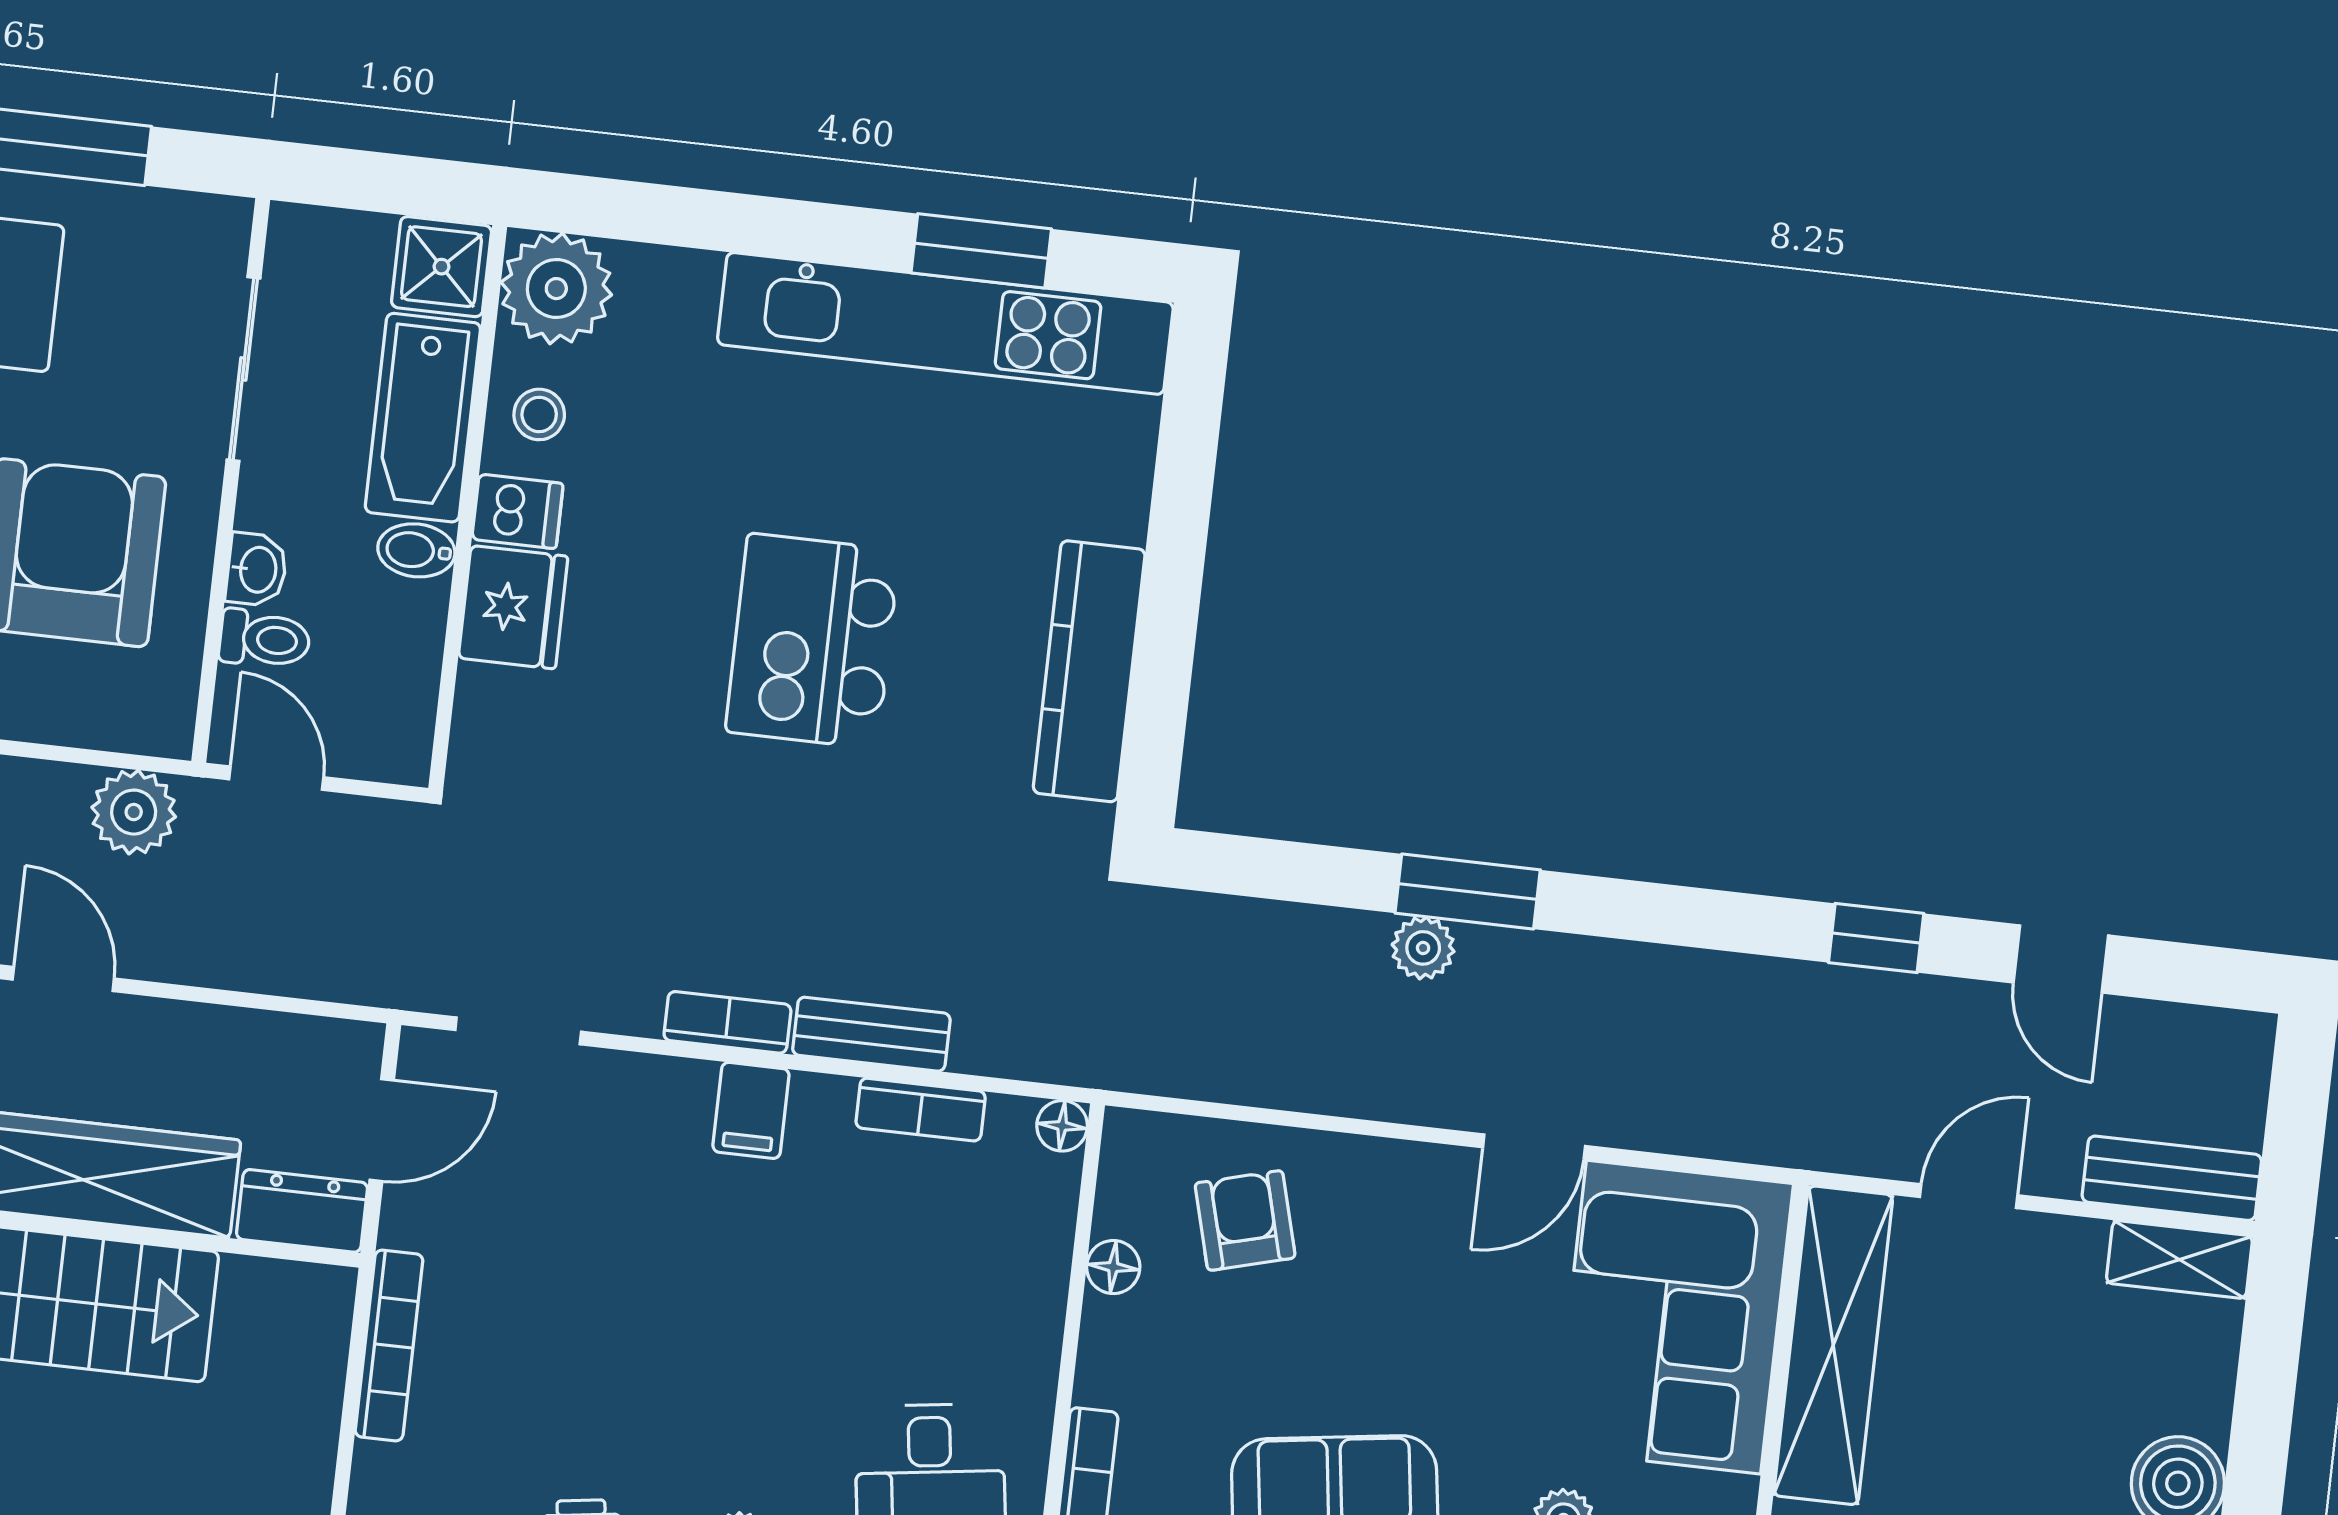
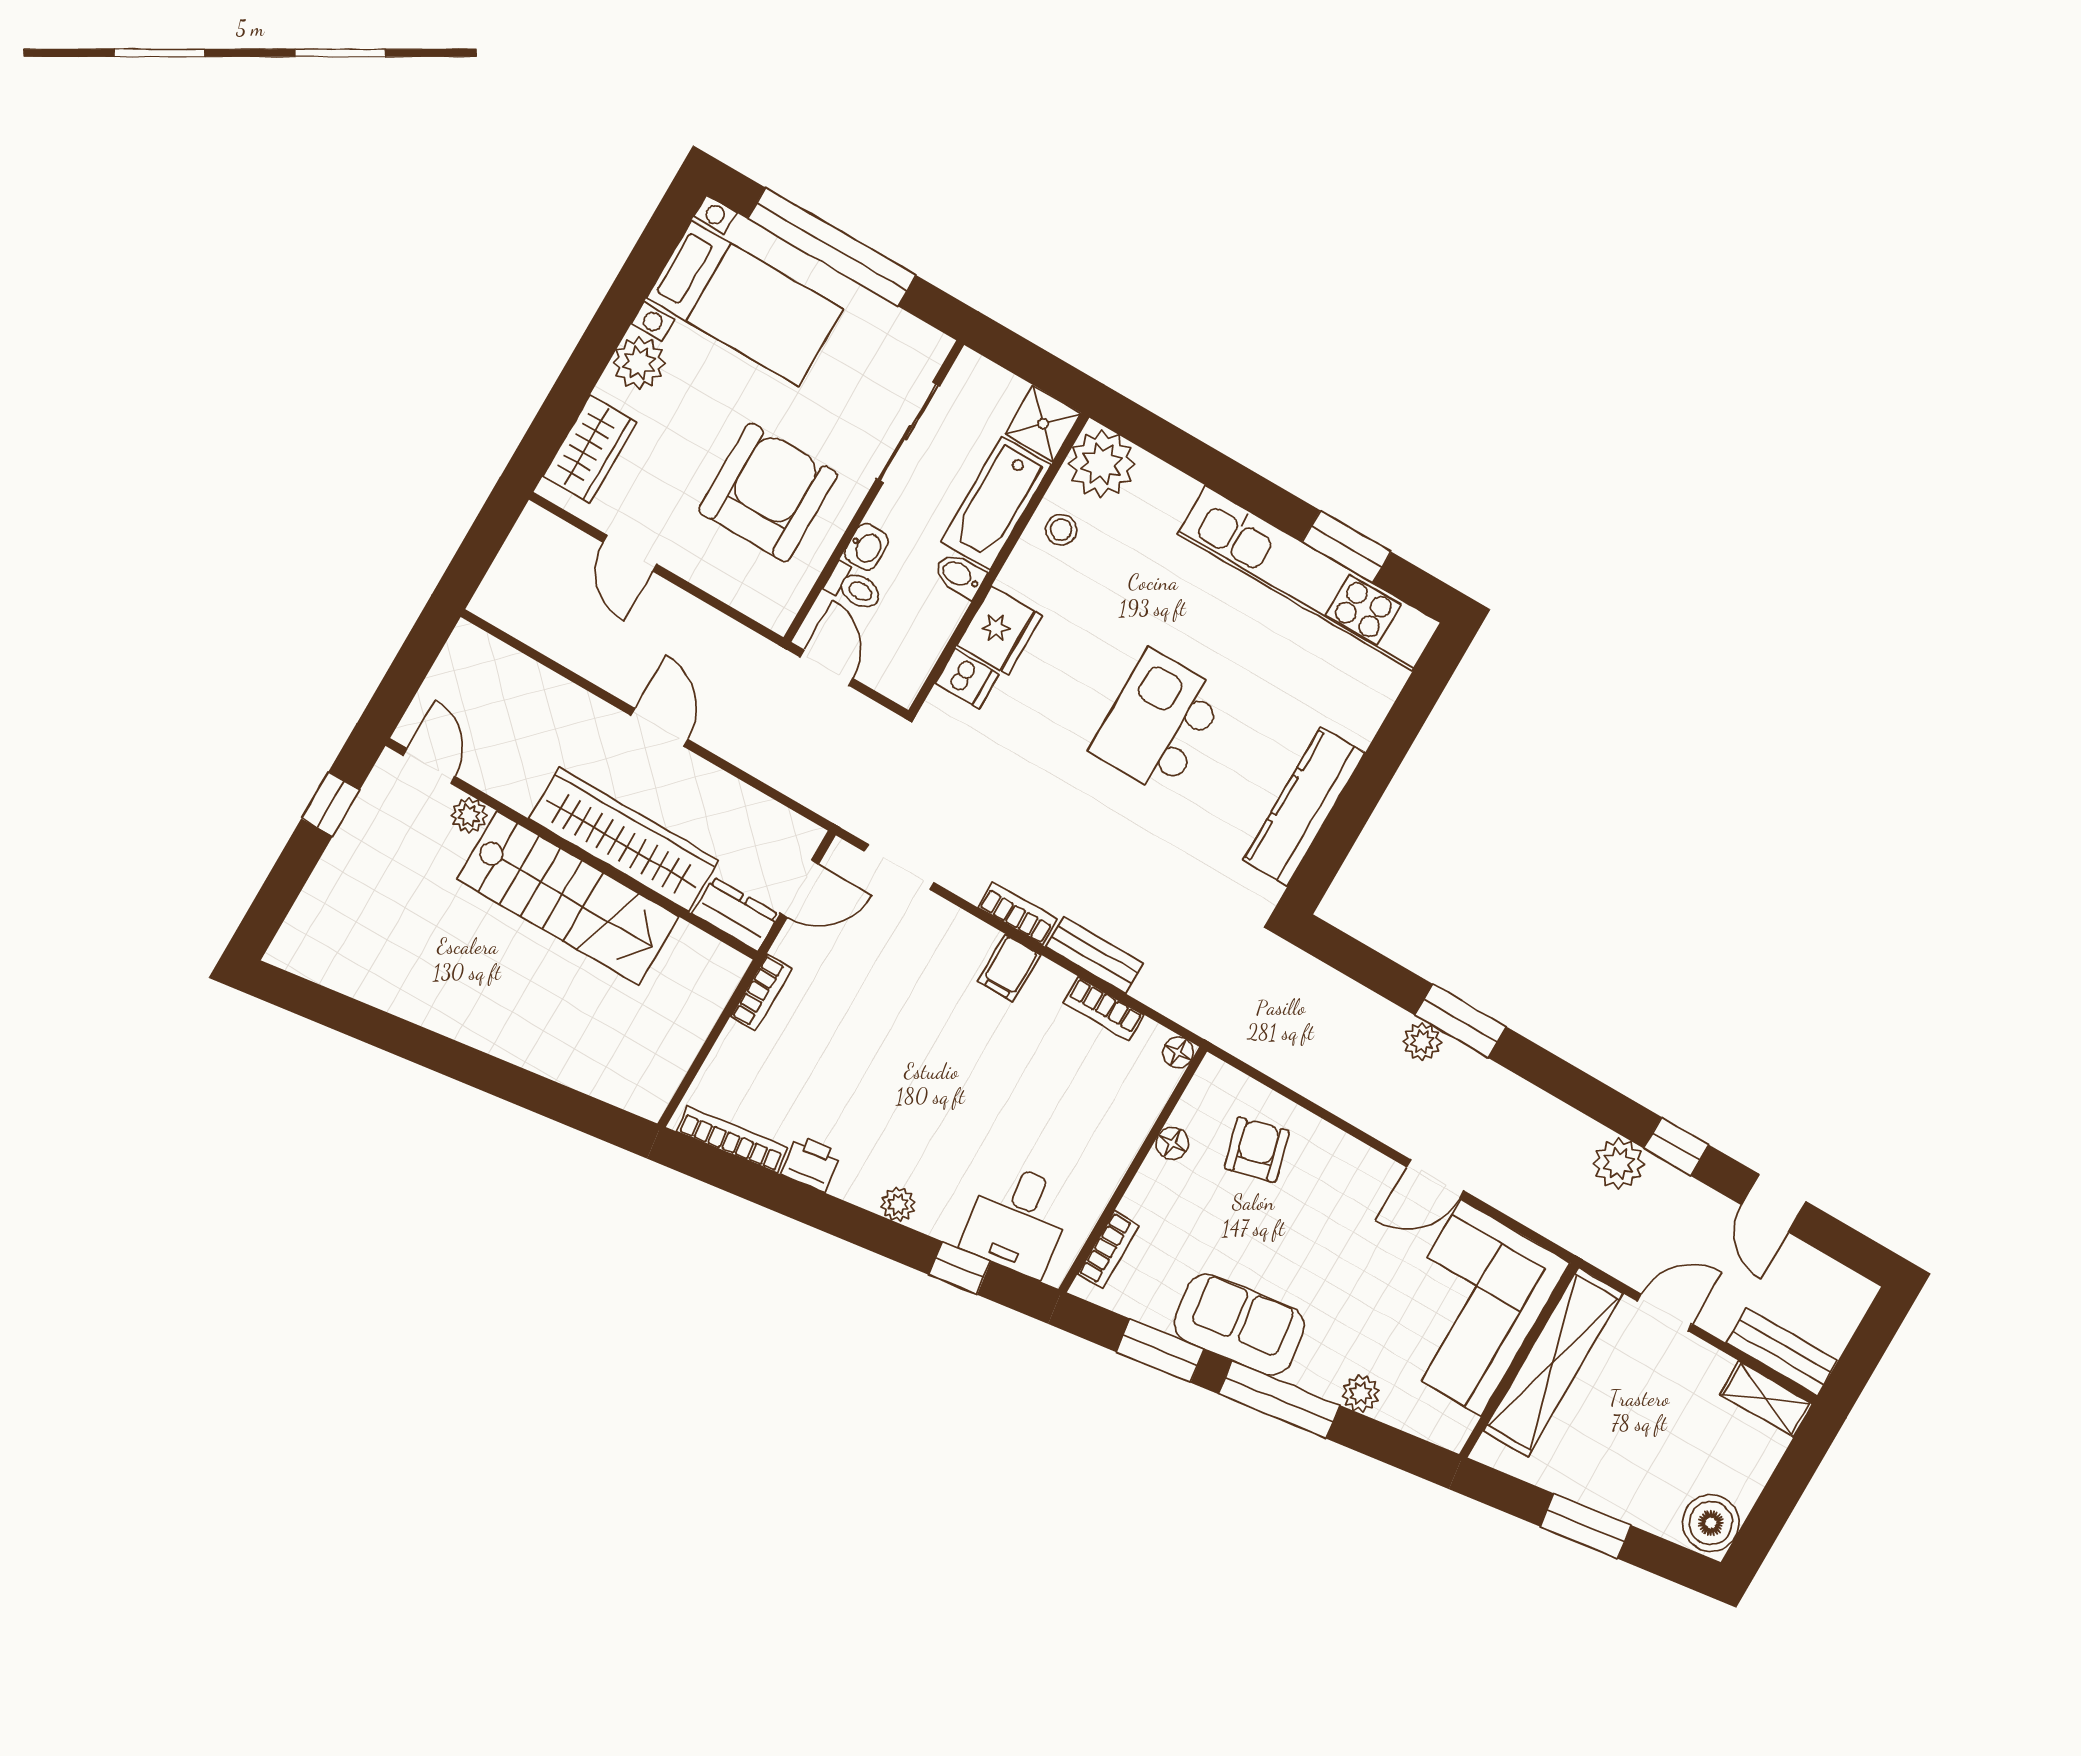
dishwasher: (518, 511) -> (967, 679), moved
plant: (134, 812) -> (1618, 1164), moved
bookcase: (389, 1346) -> (761, 992), width x0.64

